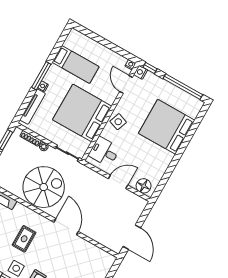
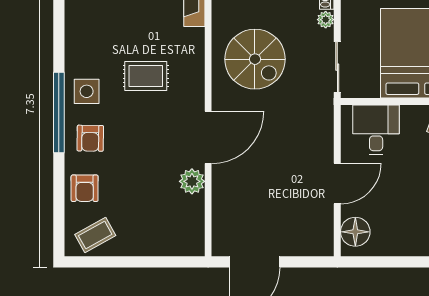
door: (118, 182) -> (337, 184), hinge flipped
spiral stairs: (44, 187) -> (255, 59), width x0.73, depth x0.73
plant: (81, 245) -> (192, 181), added

